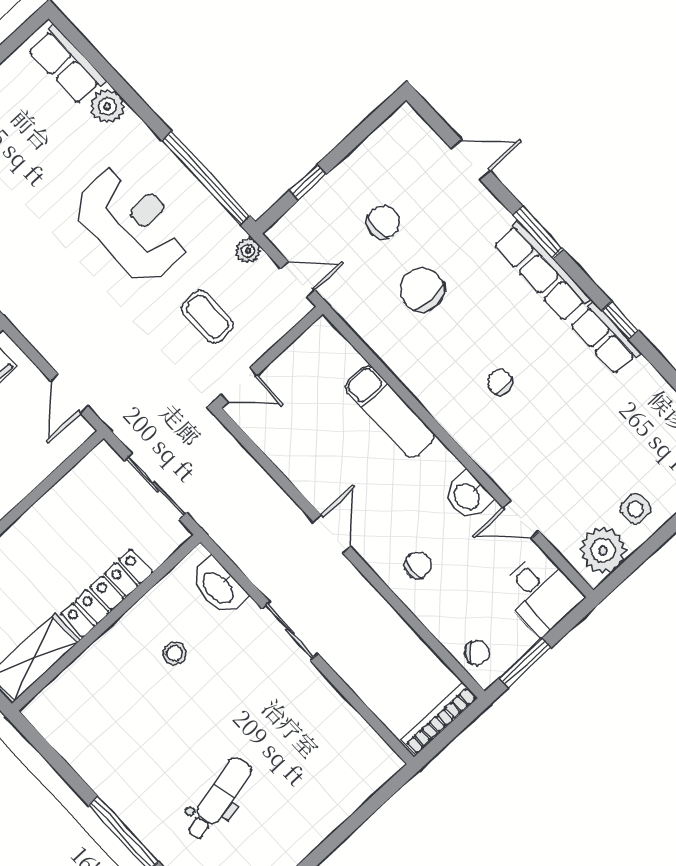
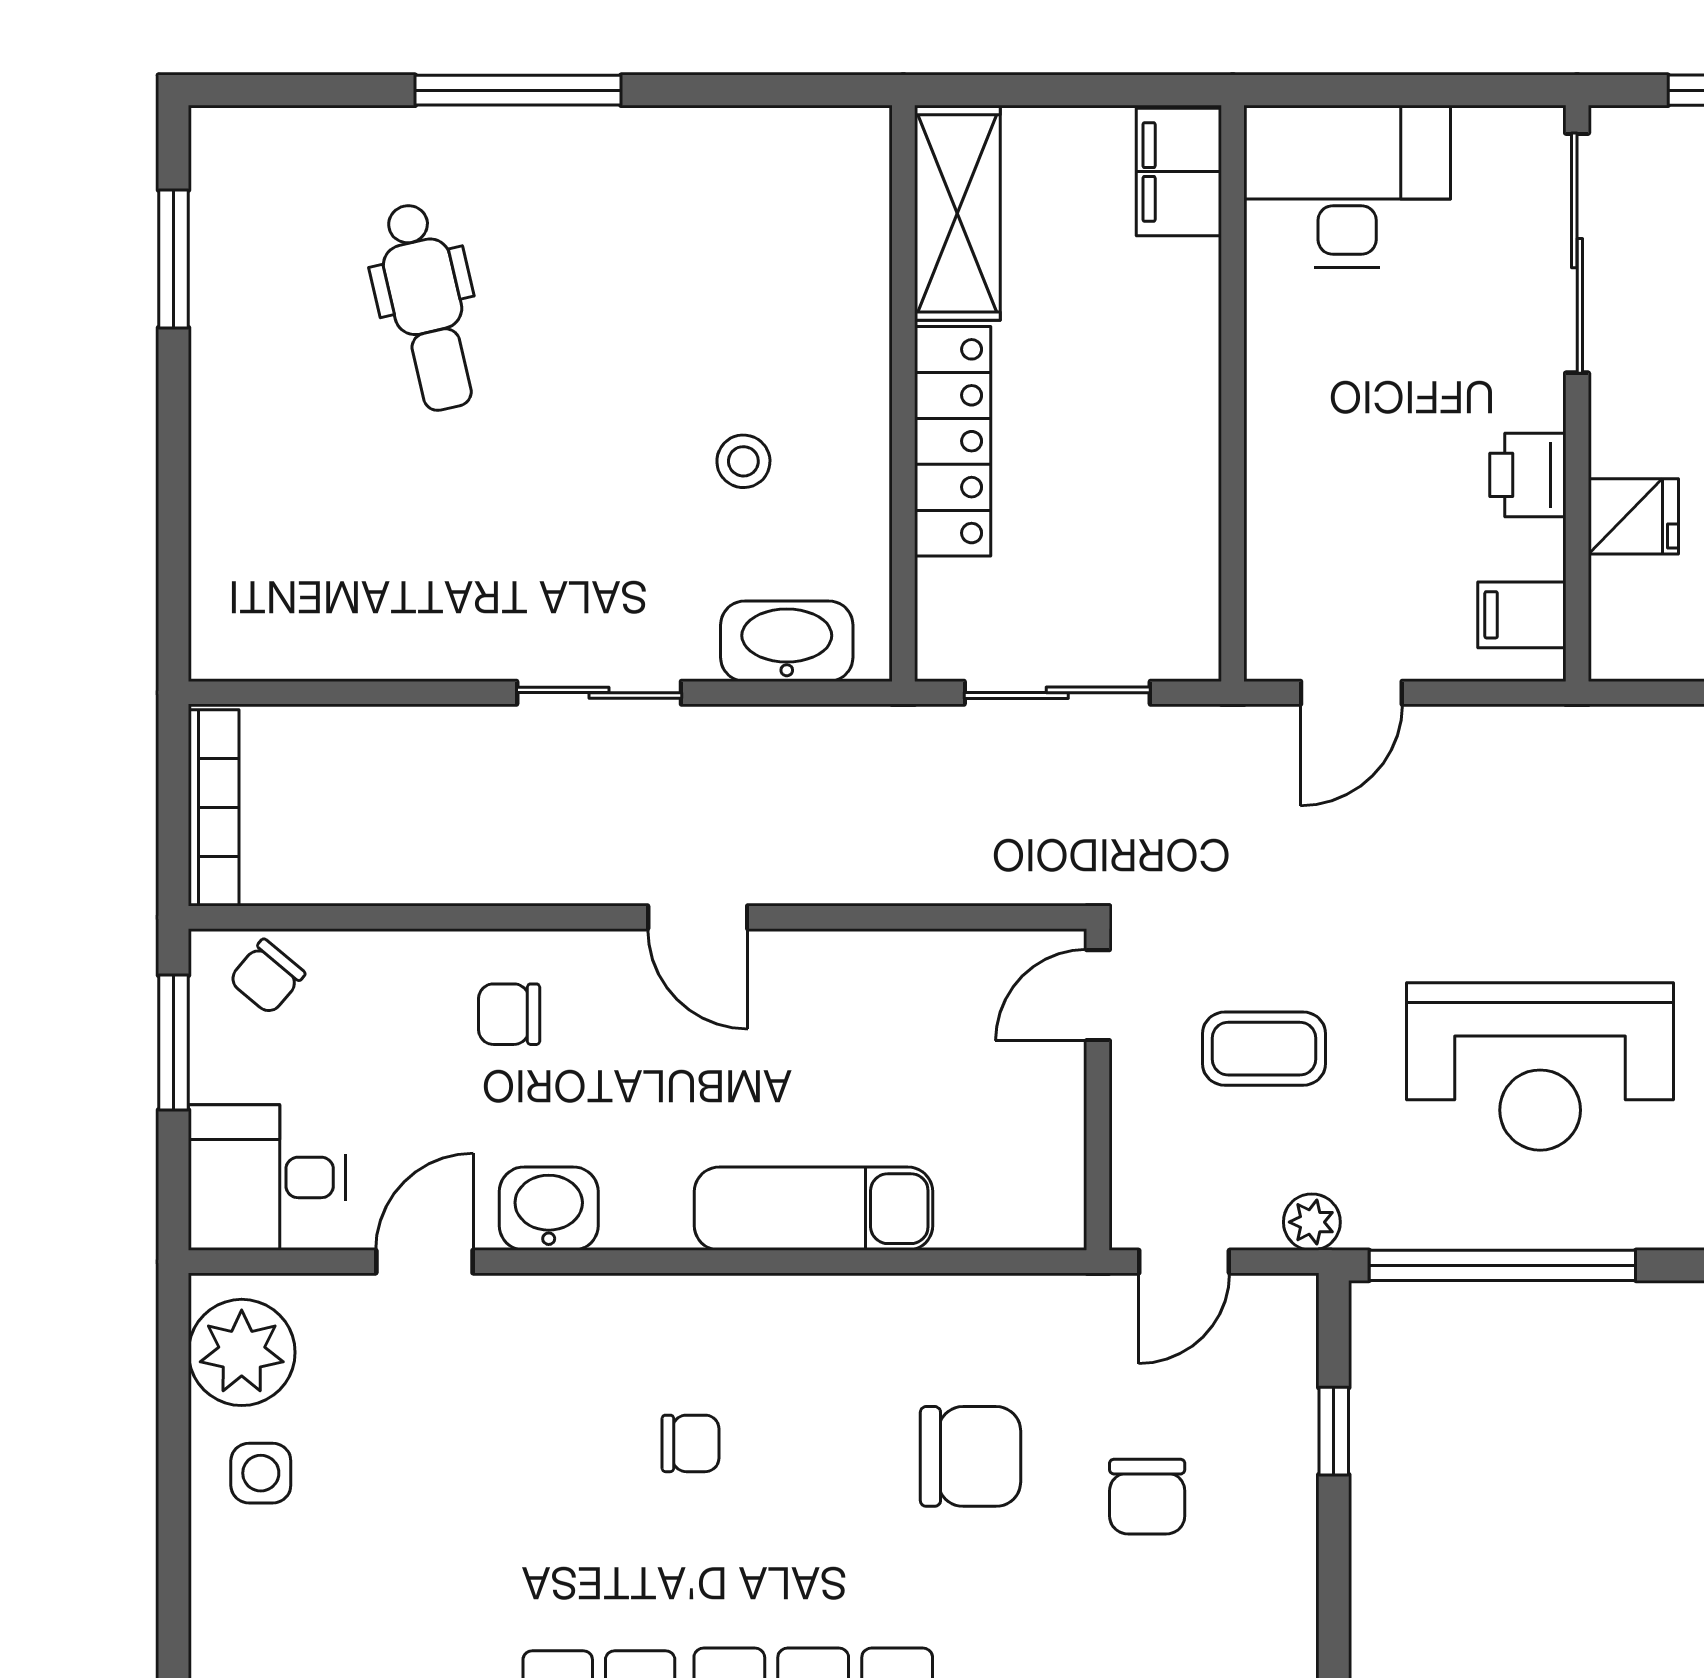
door: (69, 394) -> (1351, 693), swing flipped
chair: (418, 565) -> (509, 1014), turned 90

